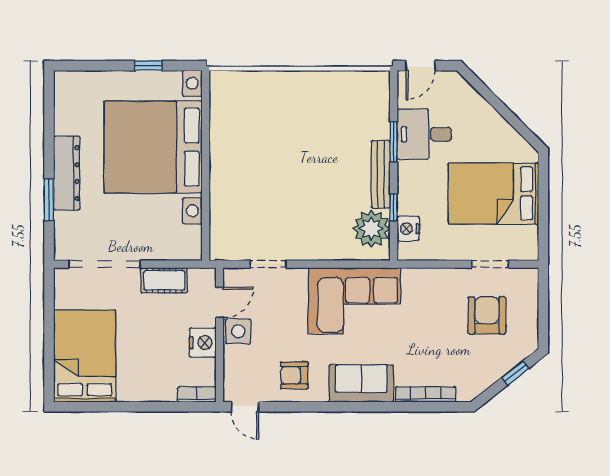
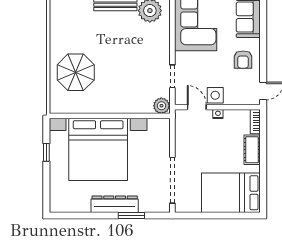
parasol: (274, 112) -> (76, 72), added
plant: (222, 247) -> (161, 106), added
cot: (164, 280) -> (252, 150), moved
nightstand: (203, 343) -> (218, 114), width x0.53, depth x0.56

